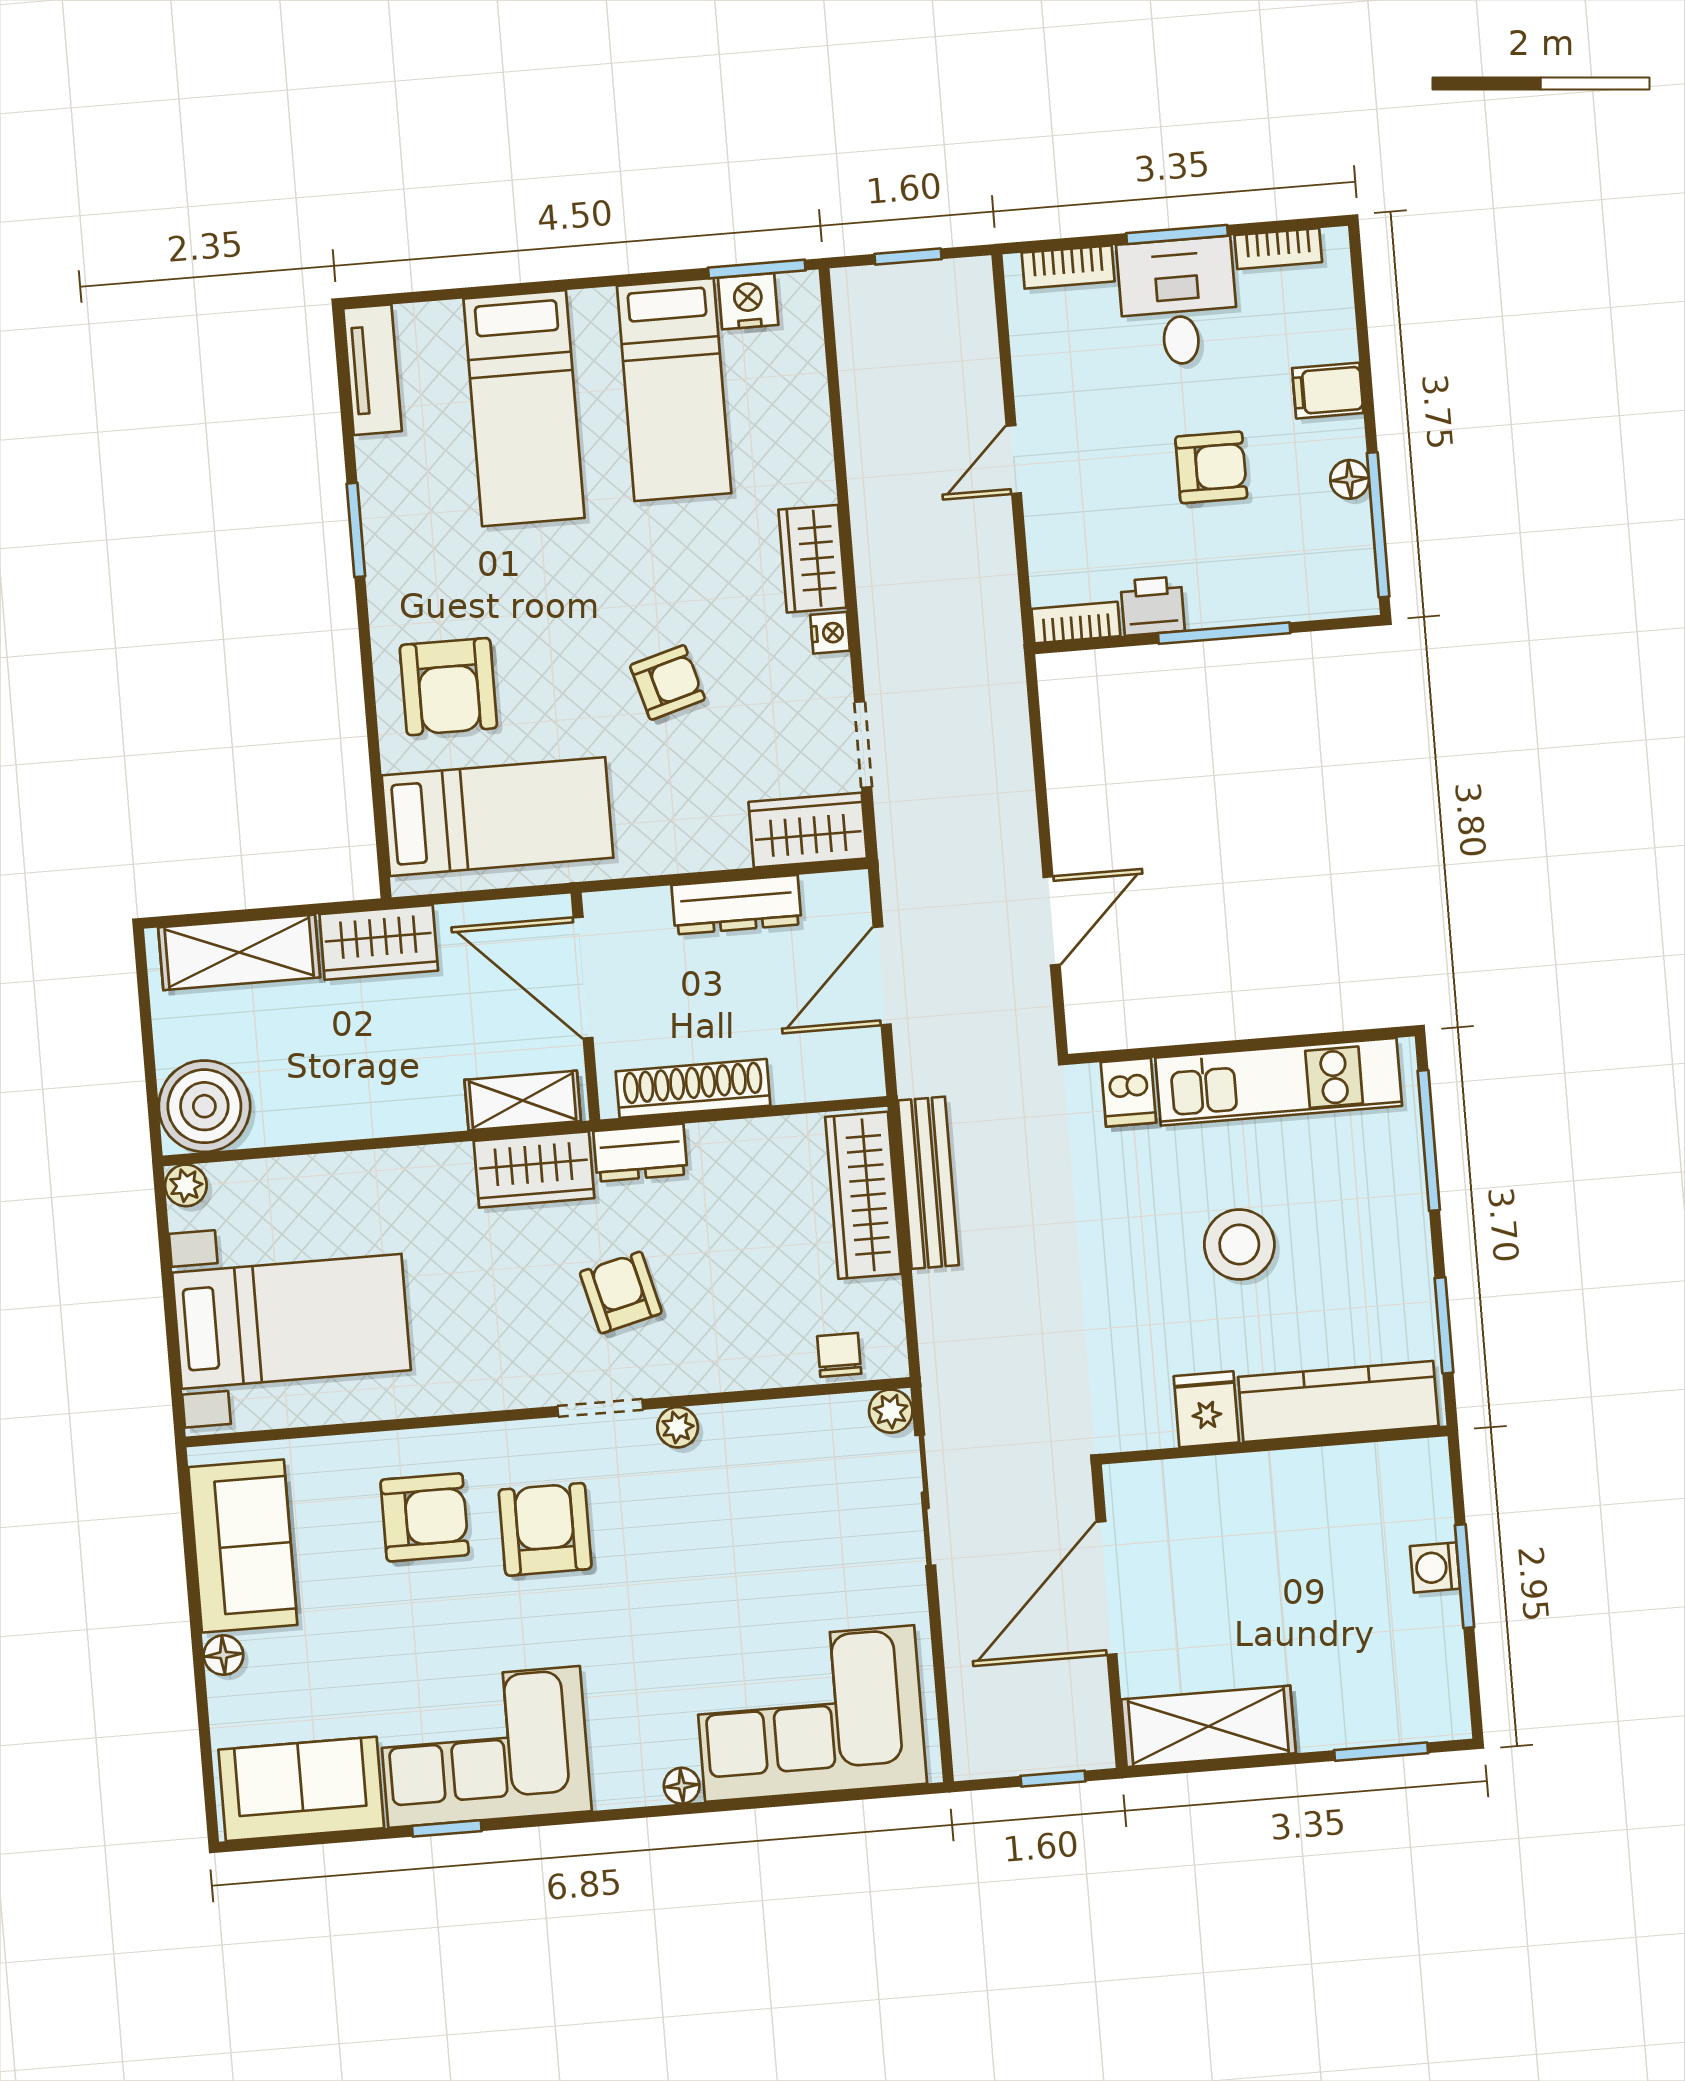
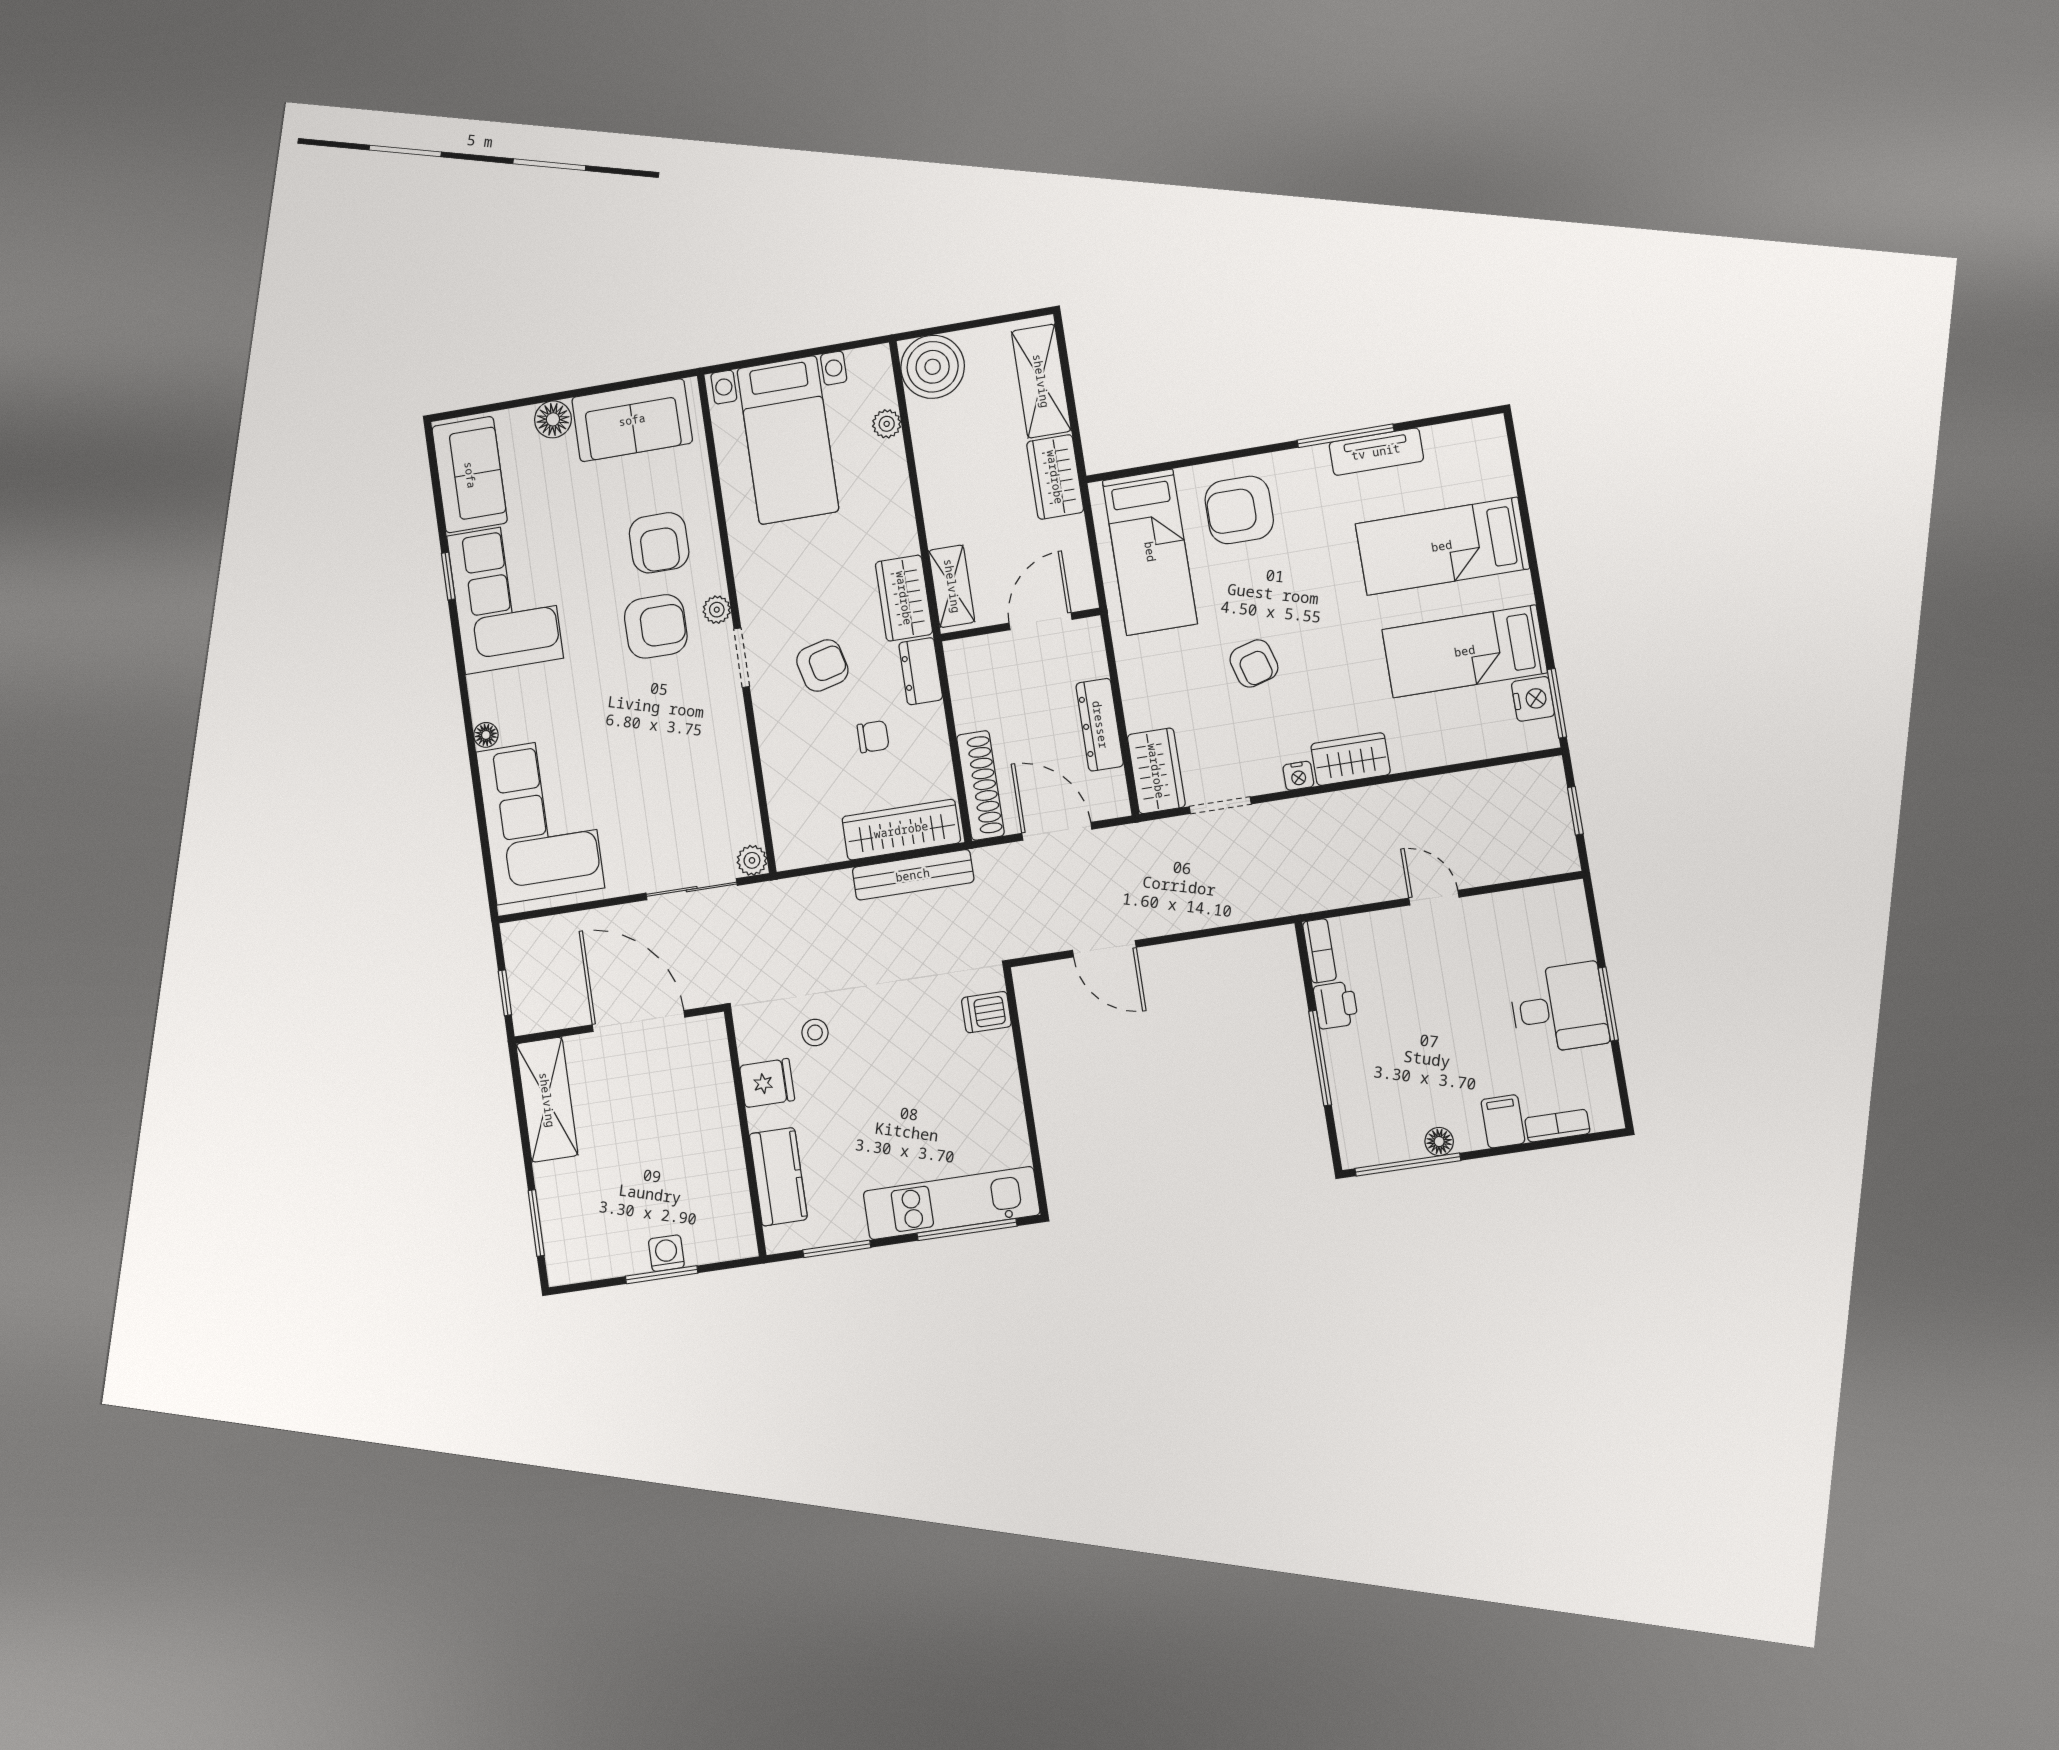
bookcase: (1278, 249) -> (1557, 1126), moved, turned 90
bookcase: (1068, 267) -> (1578, 927), removed
tv unit: (372, 370) -> (1376, 452), moved
armchair: (1211, 467) -> (1440, 1040), removed
window: (356, 530) -> (1346, 436), width x1.44
door: (583, 978) -> (1041, 621), width x0.73
kitchen unit: (1279, 1082) -> (951, 1203), moved, turned 90
shoe rack: (693, 1088) -> (980, 785), moved
plant: (186, 1185) -> (887, 424), moved
stool: (1239, 1244) -> (815, 1033), moved, width x0.53, depth x0.53
chair: (839, 1355) -> (873, 737), moved
kitchen counter: (1338, 1401) -> (778, 1177), width x0.67
plant: (678, 1427) -> (717, 610), moved
floor lamp: (223, 1655) -> (553, 419), width x1.37, depth x1.37

